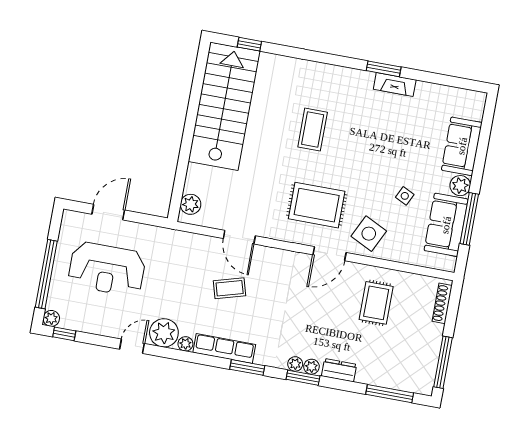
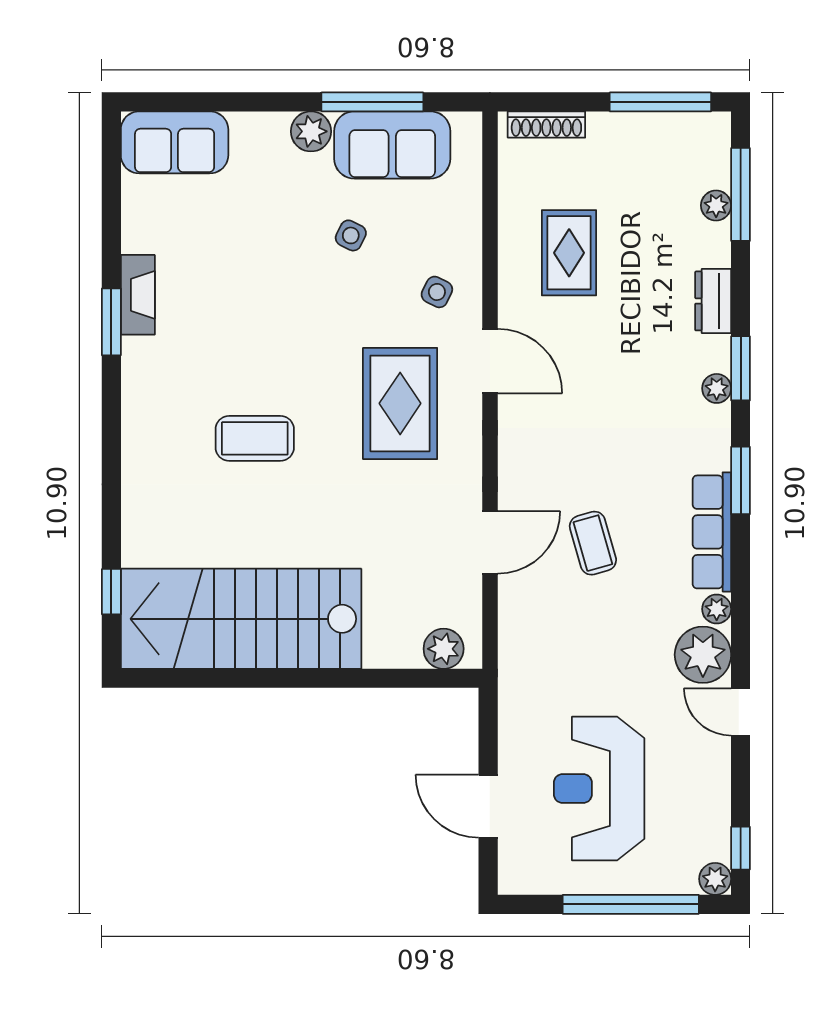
sofa: (462, 146) -> (175, 142), moved
side table: (369, 234) -> (437, 292), width x0.54, depth x0.54
reception desk: (107, 269) -> (599, 789), turned 180
rug: (376, 303) -> (569, 253), turned 90
plant: (311, 367) -> (716, 205), moved

